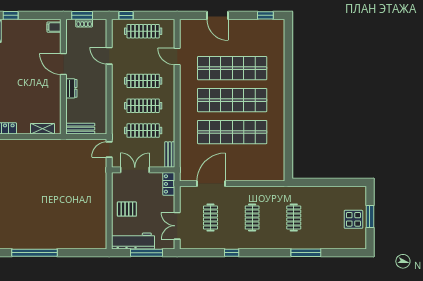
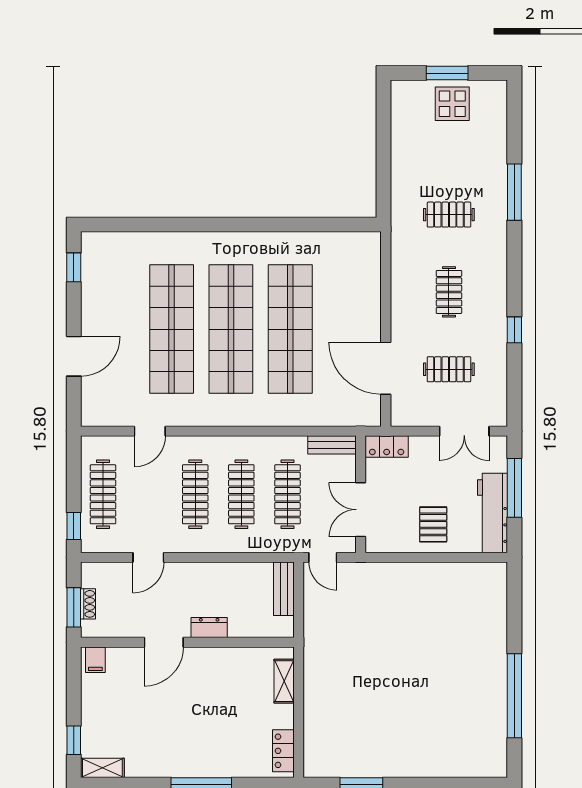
bench: (80, 129) -> (284, 589), moved
clothes rail: (252, 218) -> (449, 292), turned 90

